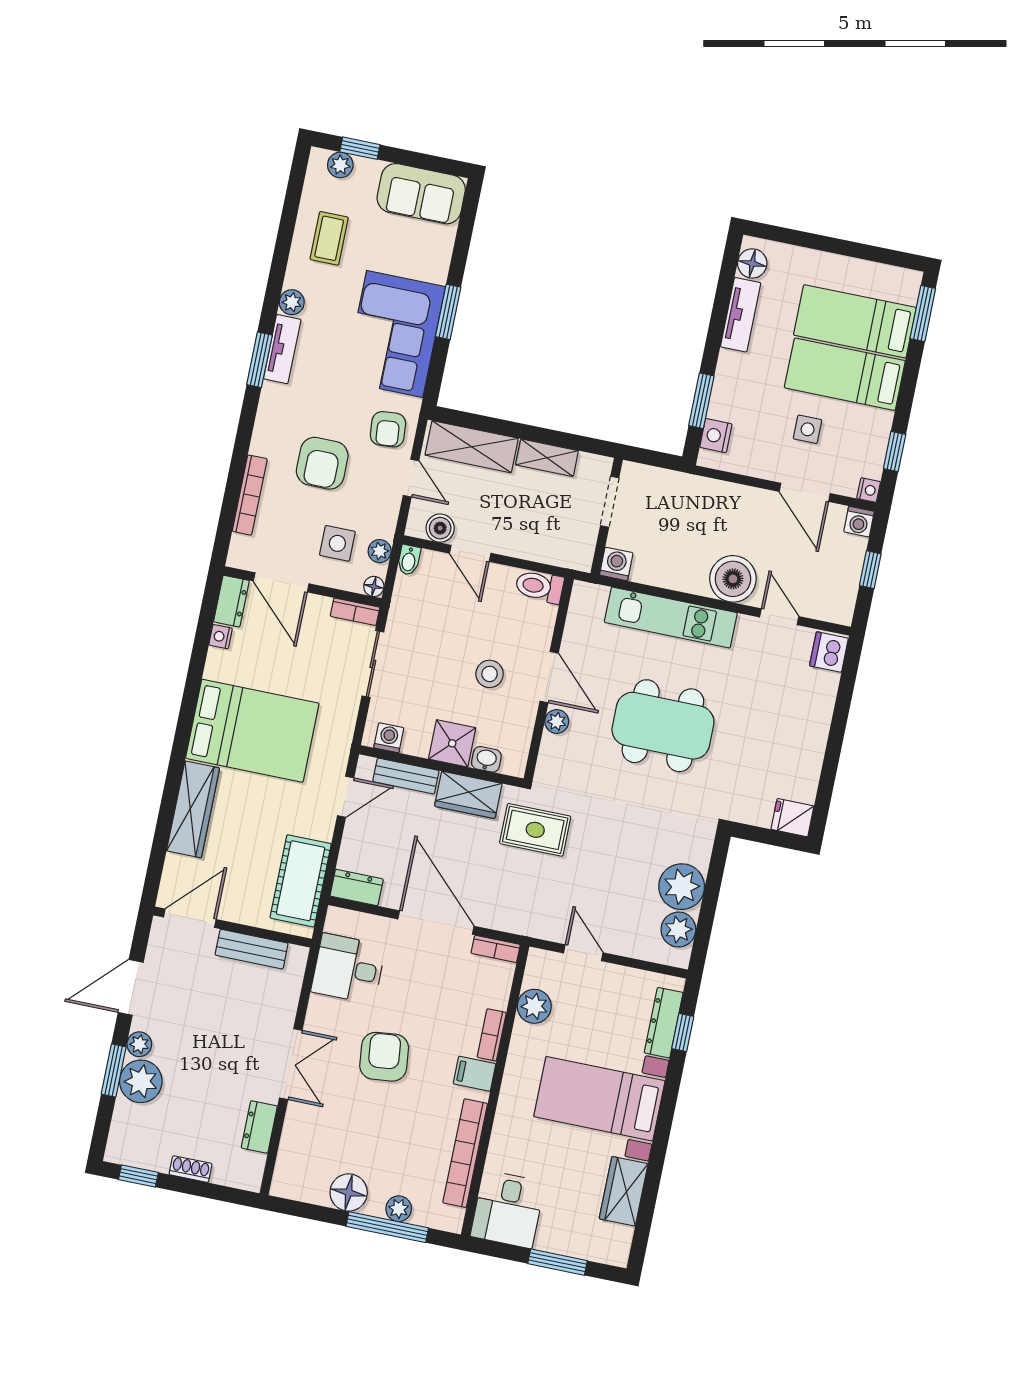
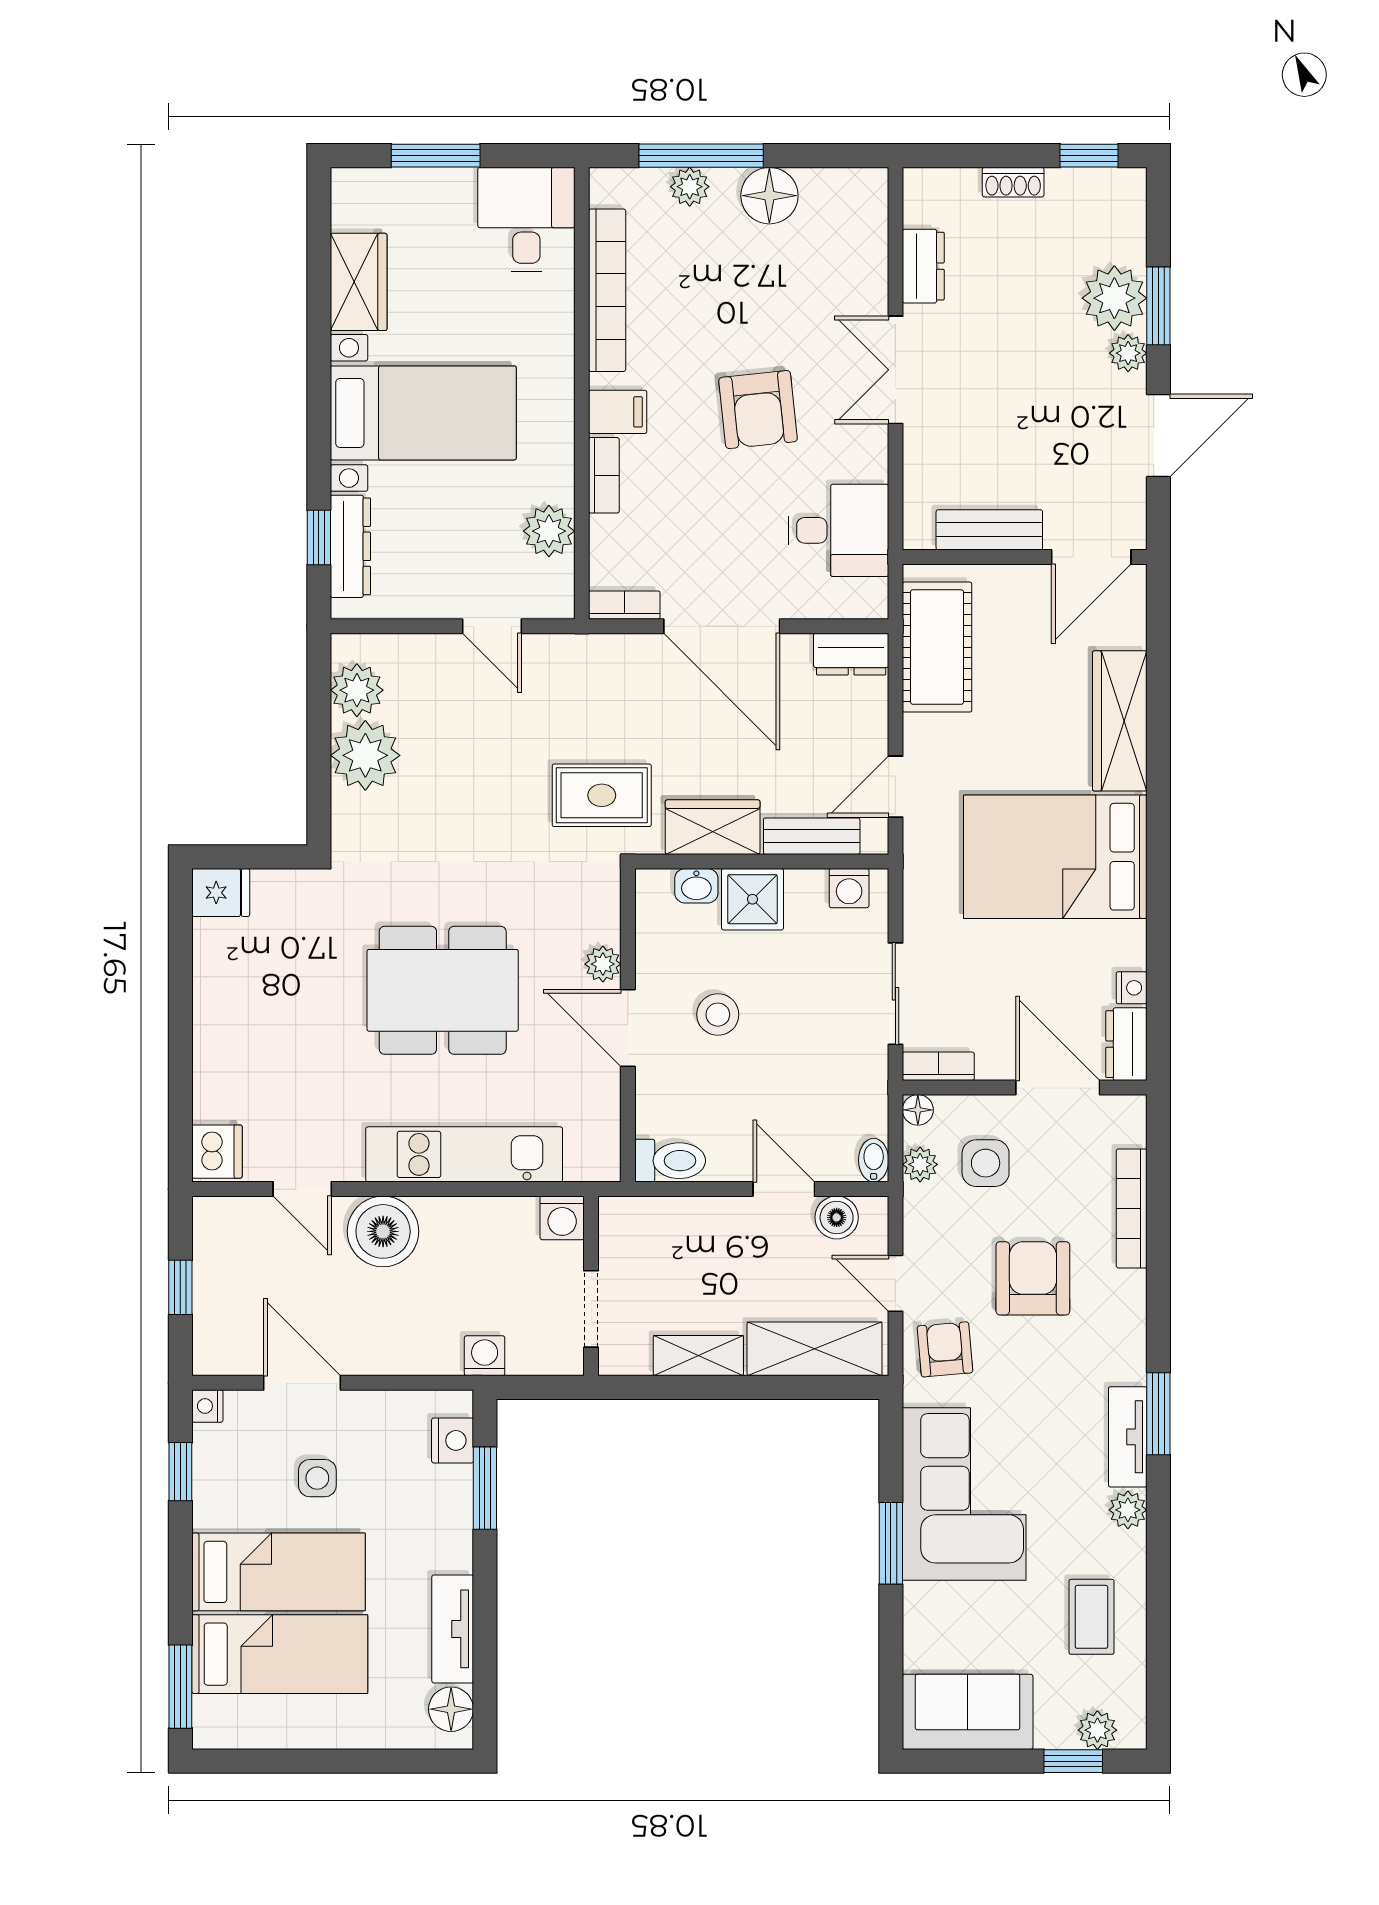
washing machine: (859, 522) -> (485, 1356), moved

